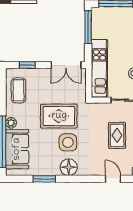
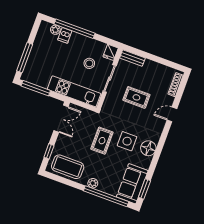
coffee table: (18, 90) -> (68, 167), width x1.36, depth x1.32
rug: (59, 116) -> (102, 141), width x0.73, depth x0.70
sofa: (17, 149) -> (132, 184), moved, turned -90
window: (44, 179) -> (144, 189), moved

